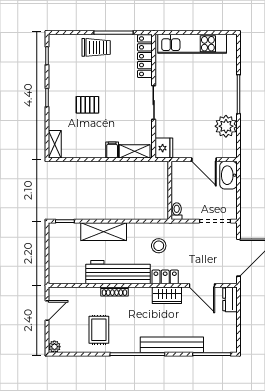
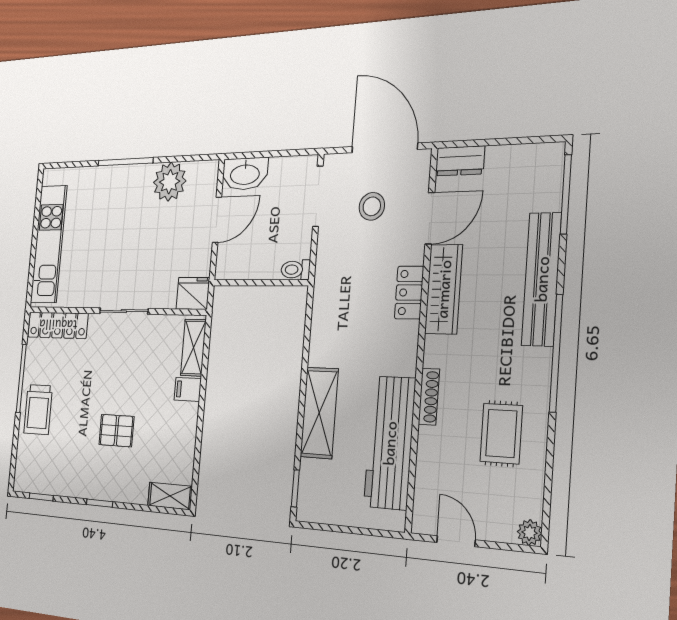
trolley: (96, 47) -> (38, 409), turned 180
pallet: (87, 105) -> (116, 431), turned 90
stool: (159, 246) -> (372, 206), moved
workbench: (118, 272) -> (390, 443), moved
wardrobe: (167, 295) -> (444, 289), width x1.50
rug: (99, 330) -> (501, 434), turned 90

